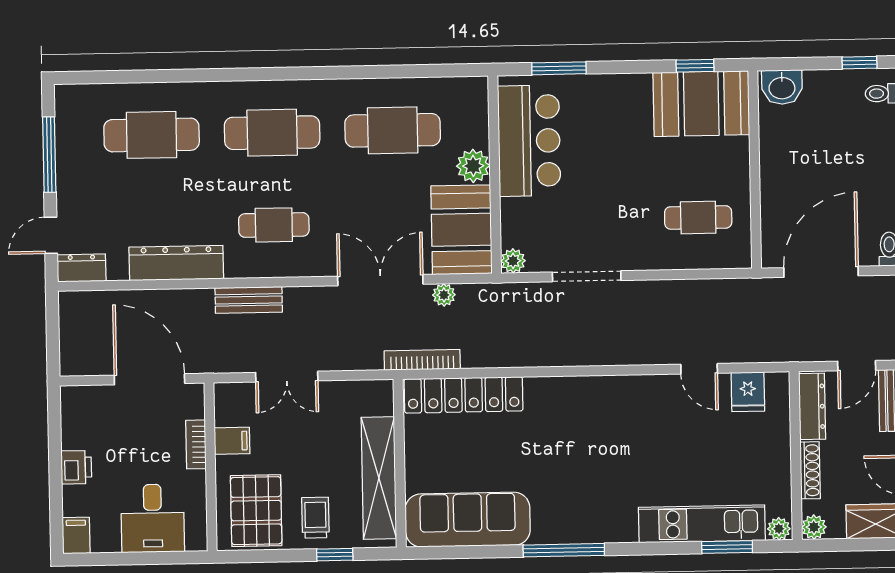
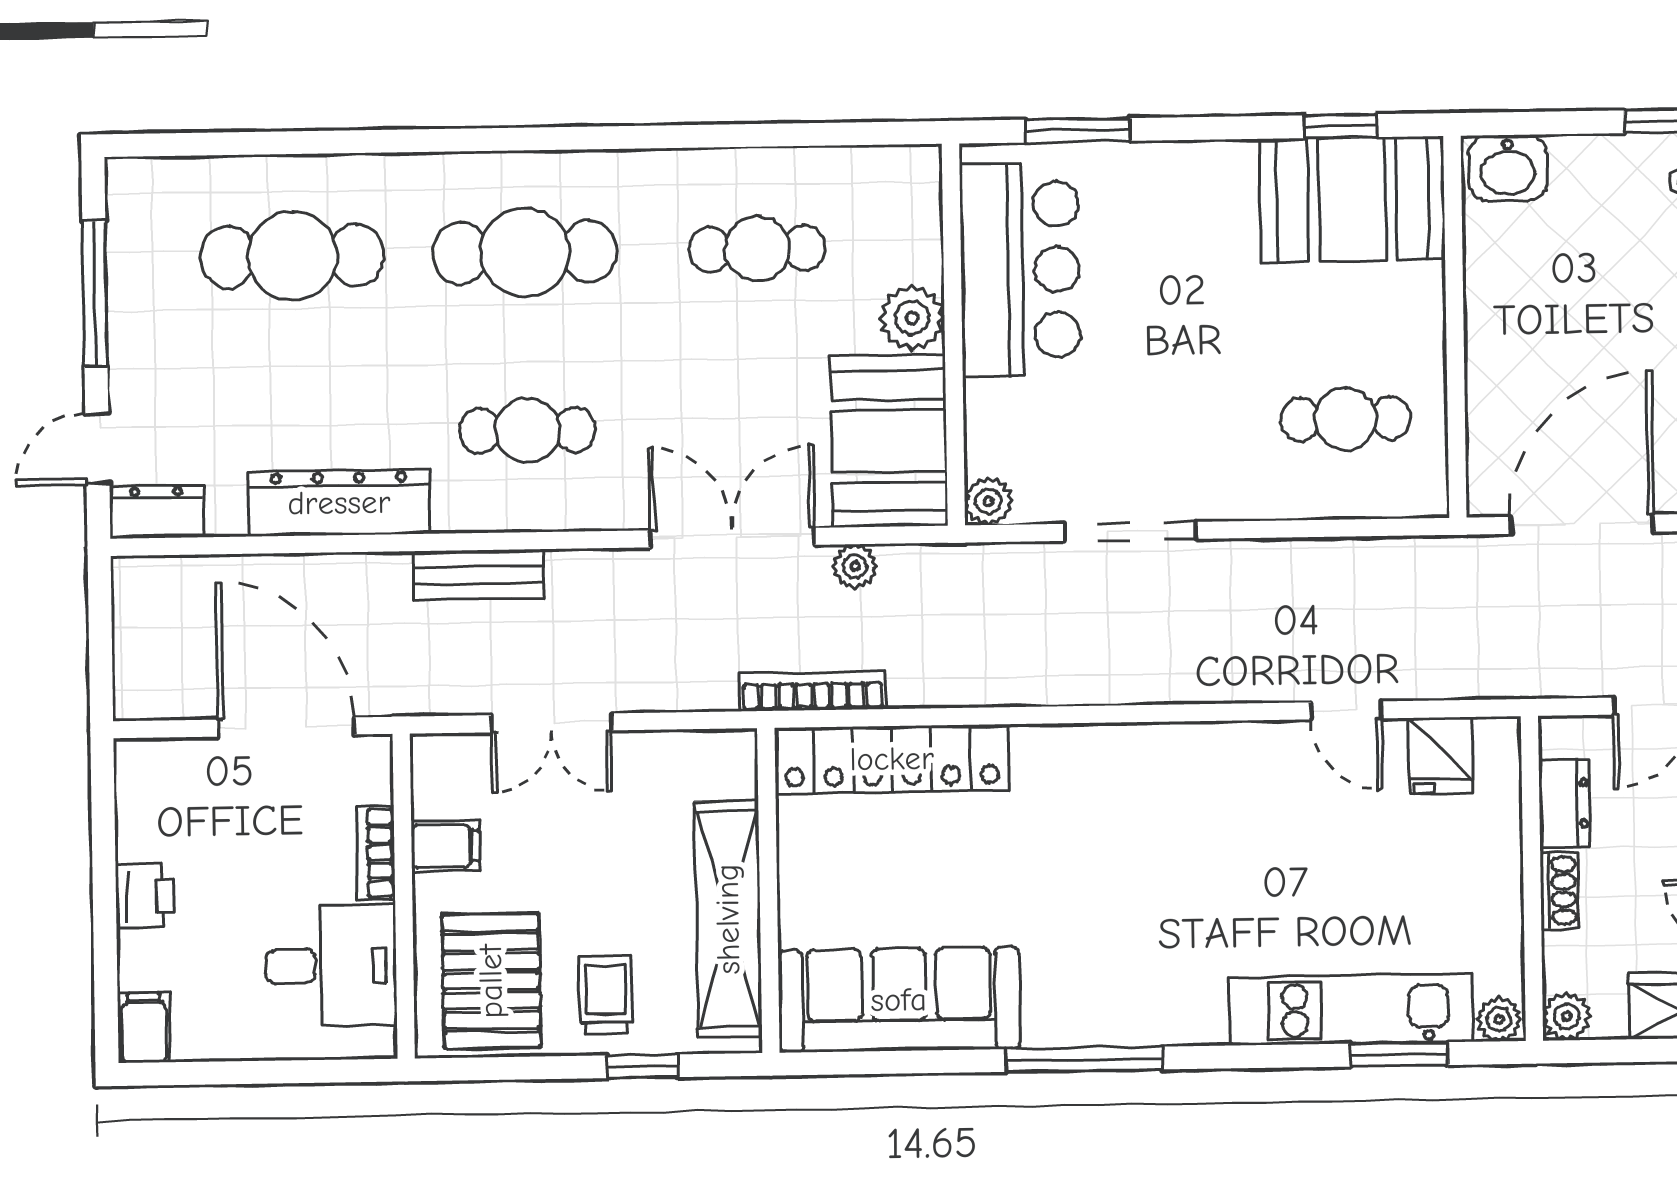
cafe table: (393, 130) -> (757, 249), width x0.73, depth x0.74
dresser: (812, 406) -> (1564, 803), width x0.70
shoe rack: (810, 470) -> (1559, 891), width x0.70
desk: (153, 518) -> (331, 966), moved, turned -90

